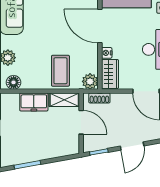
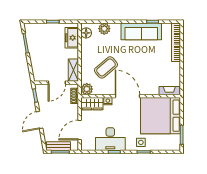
door: (100, 26) -> (128, 96), hinge flipped
coffee table: (60, 71) -> (106, 67), moved, turned -40
freezer: (34, 102) -> (72, 38), moved
door: (132, 146) -> (40, 120), hinge flipped

